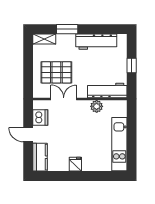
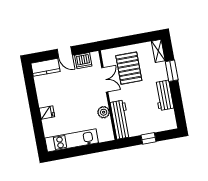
workbench: (96, 42) -> (164, 95), width x0.73
door: (28, 135) -> (65, 52), swing flipped
fridge: (75, 164) -> (47, 112), moved

